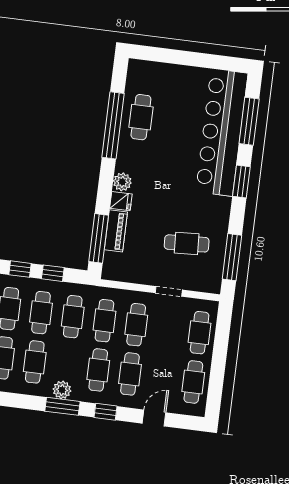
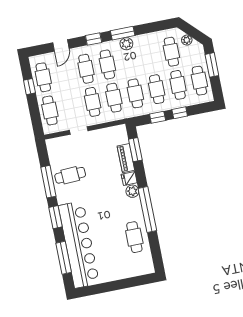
window: (113, 125) -> (147, 209), moved
window: (99, 238) -> (135, 150), width x0.69
cafe table: (187, 243) -> (70, 175), moved
window: (232, 257) -> (48, 182), moved
cafe table: (35, 362) -> (150, 56), removed
window: (217, 375) -> (29, 87), added

